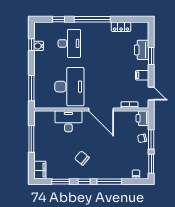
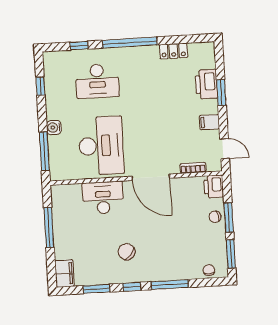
desk: (69, 43) -> (97, 81), turned 90
water cooler: (39, 46) -> (54, 128), moved

